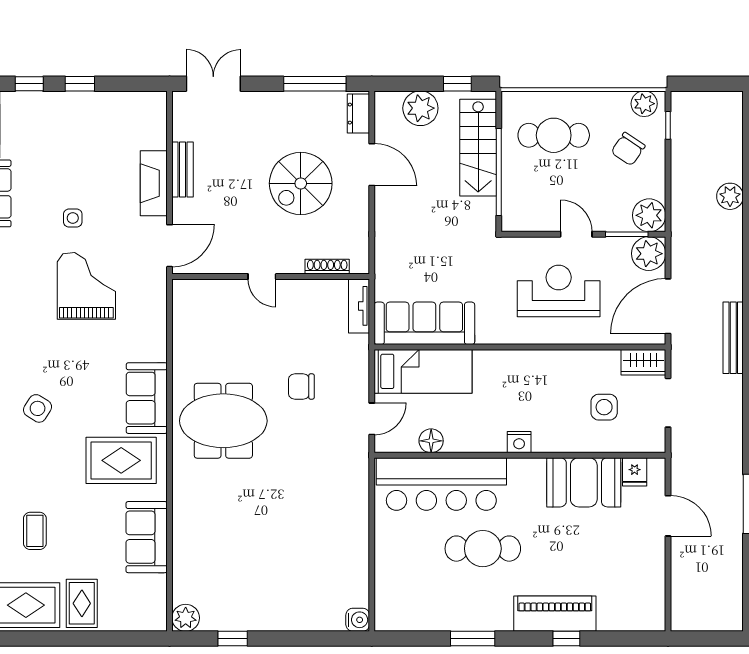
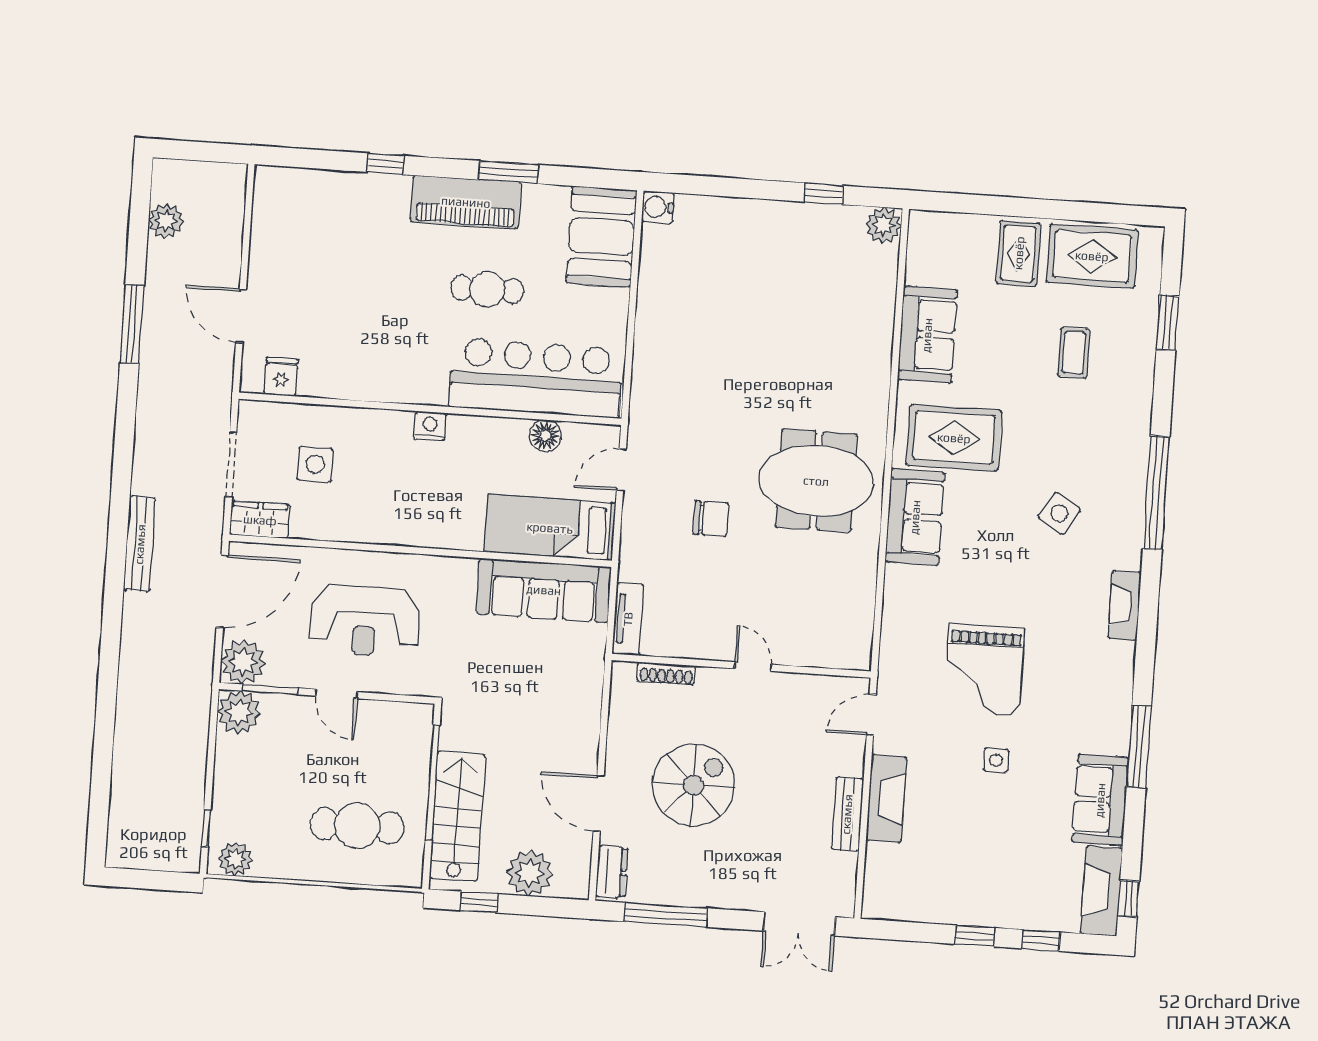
chair: (628, 149) -> (261, 801), removed
plant: (730, 196) -> (166, 221), moved
door: (170, 246) -> (871, 715), width x0.73
booth: (584, 482) -> (601, 237), moved, turned 90
cafe table: (483, 549) -> (487, 289), width x0.73, depth x0.74
piano: (555, 614) -> (466, 202), moved

